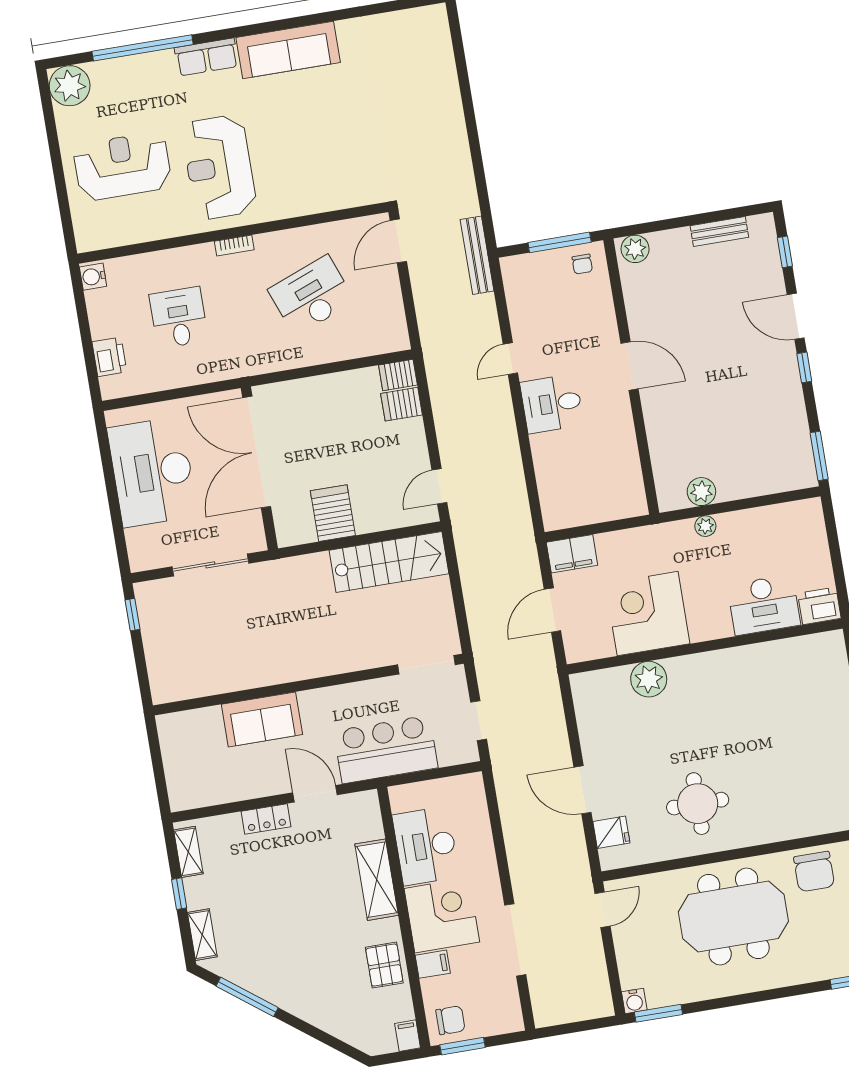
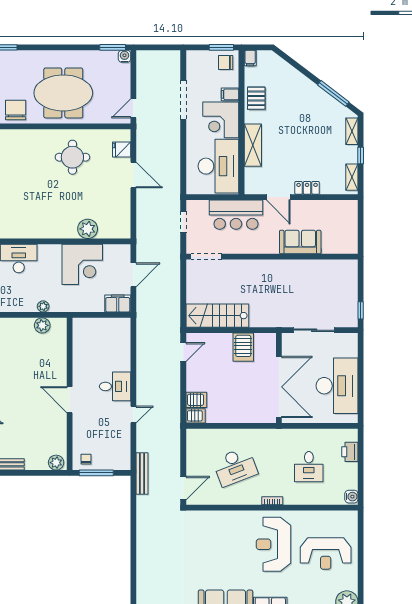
reception desk: (219, 167) -> (273, 544), turned 180
desk: (426, 846) -> (218, 166), width x1.36, depth x1.30

